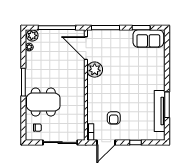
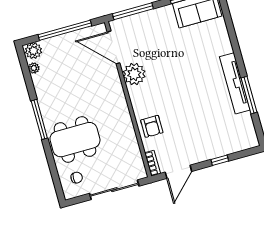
tv unit: (160, 111) -> (235, 83), moved
armchair: (114, 118) -> (152, 126), moved

